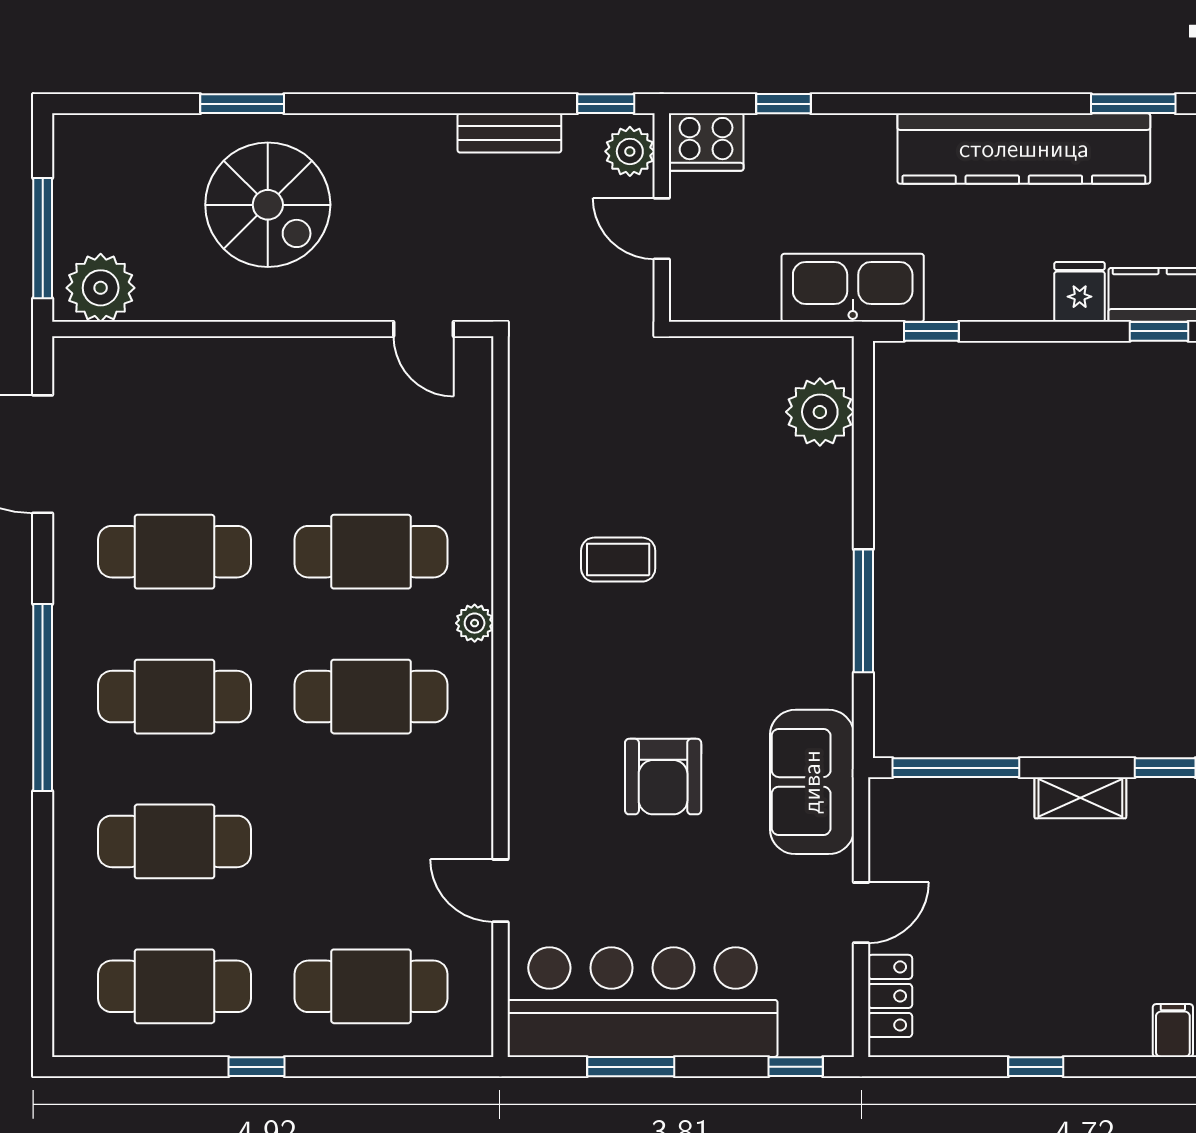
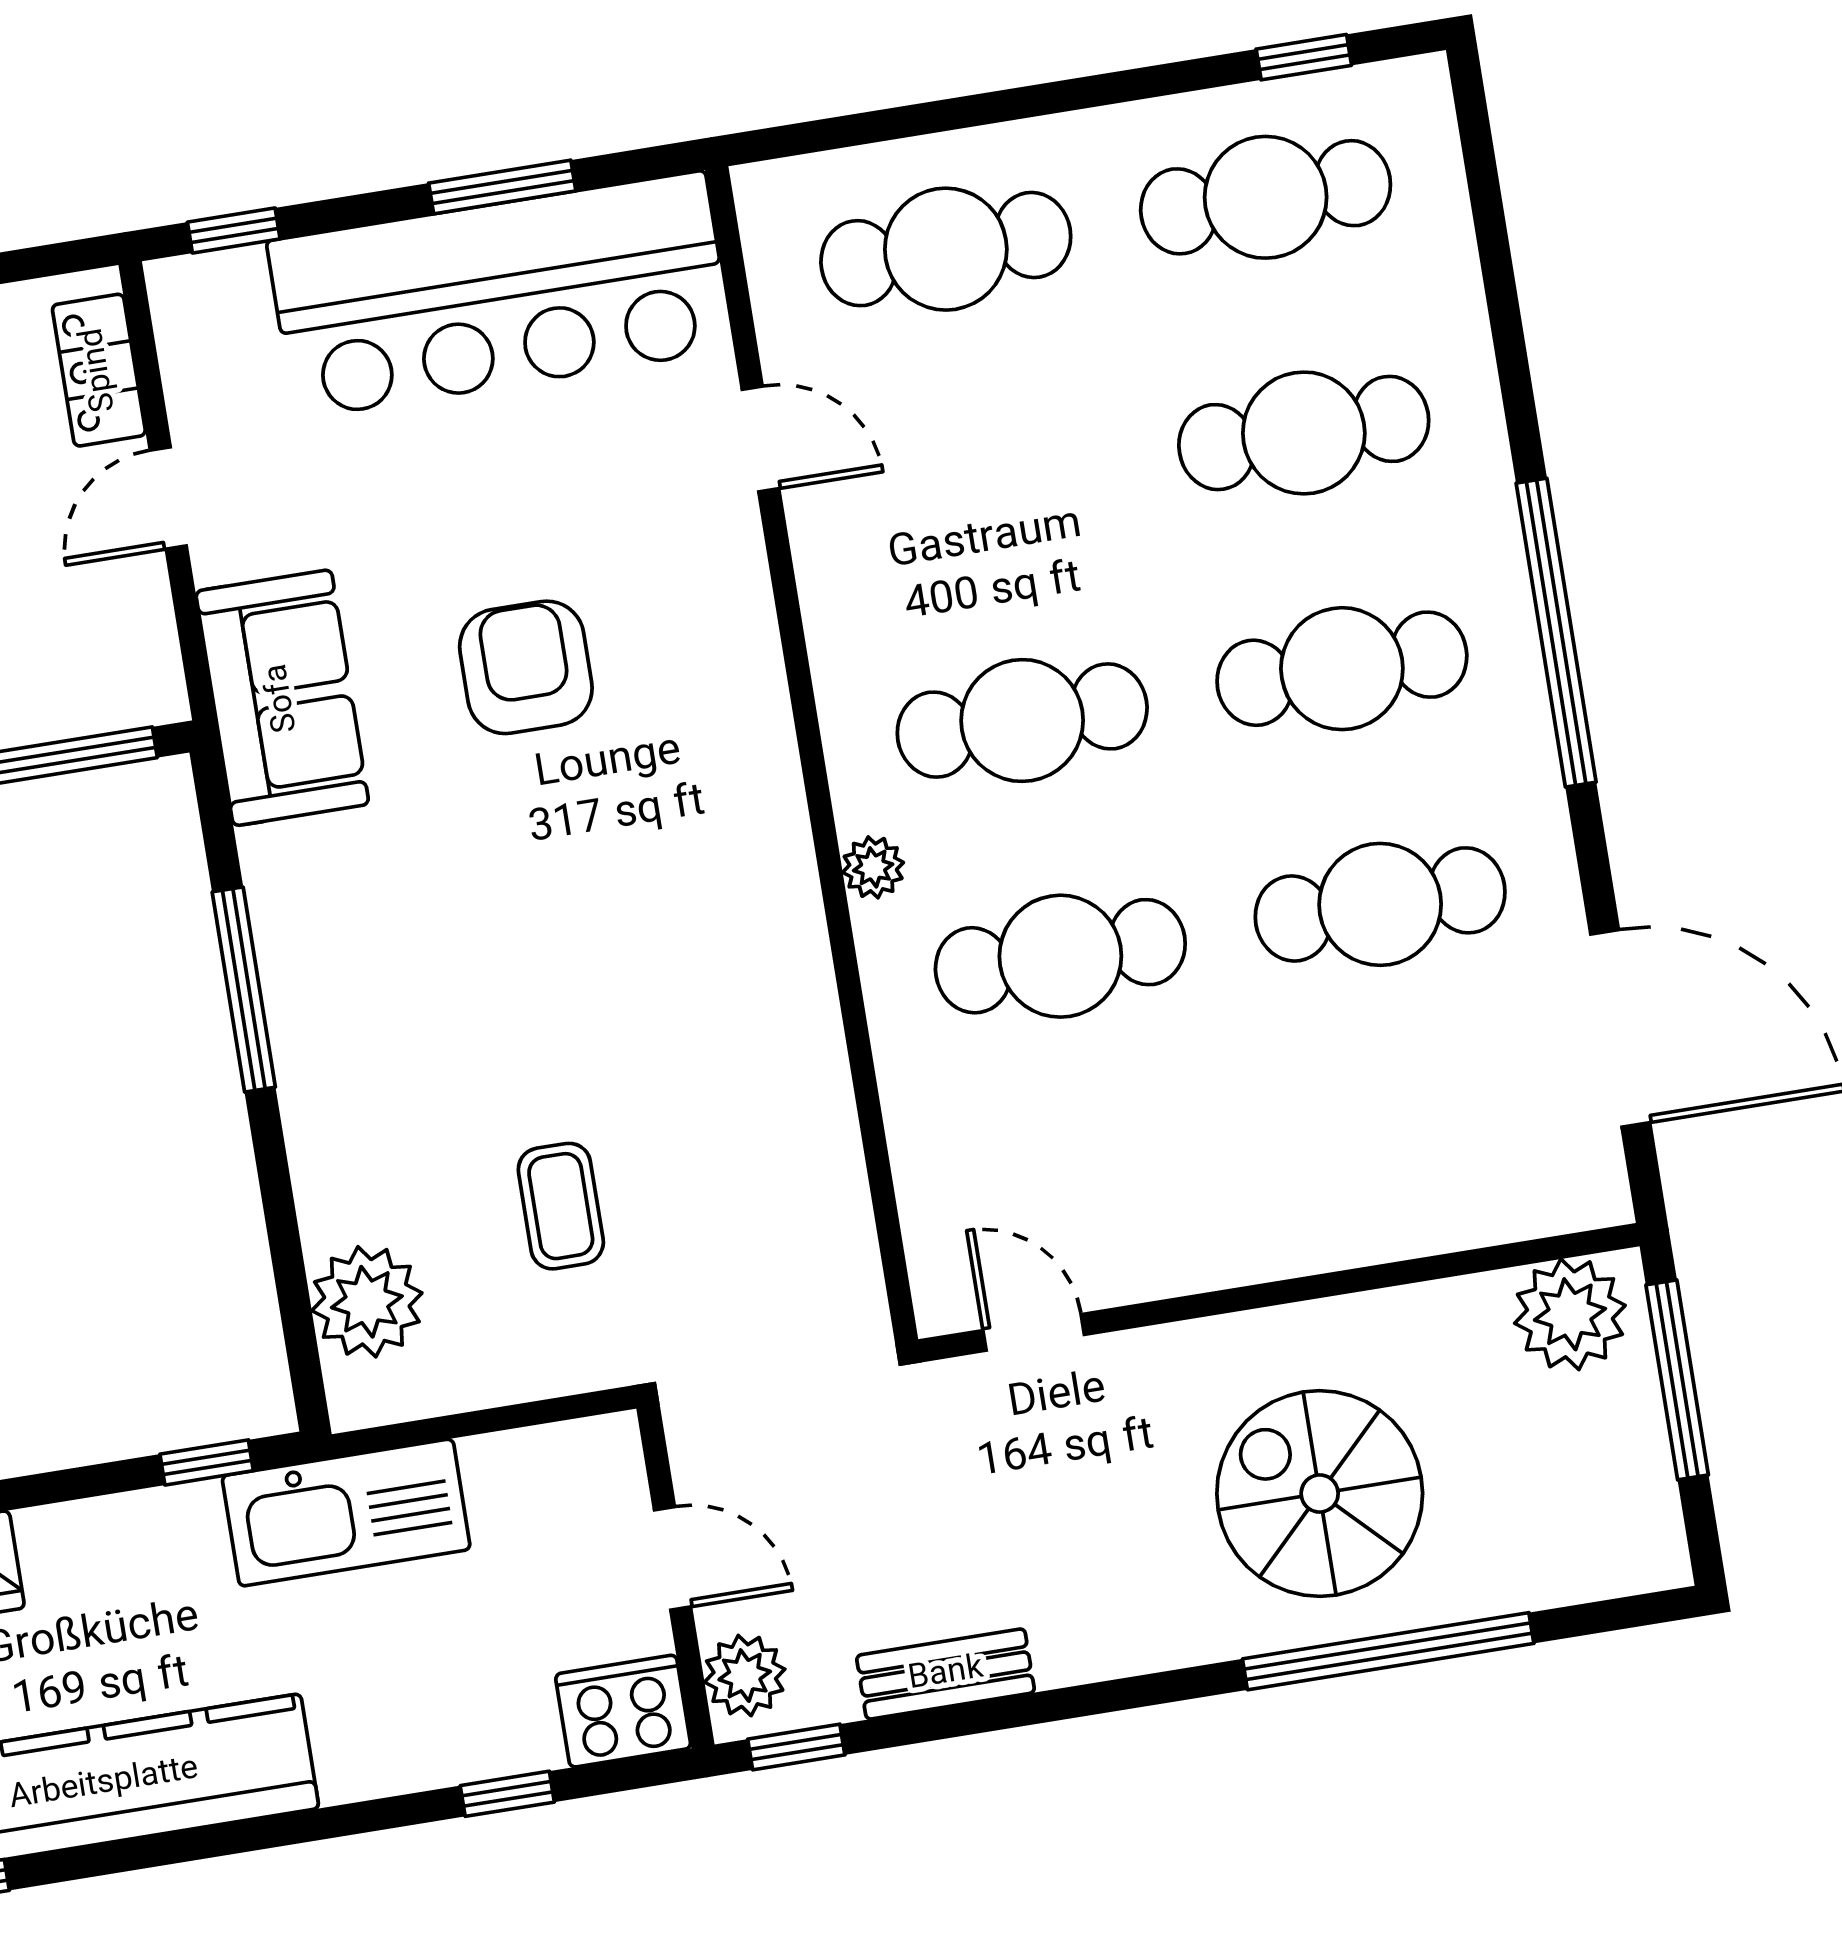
window: (242, 104) -> (1388, 1651), width x2.11
coffee table: (618, 560) -> (561, 1206), moved, turned 90
window: (256, 1067) -> (1304, 57), moved

